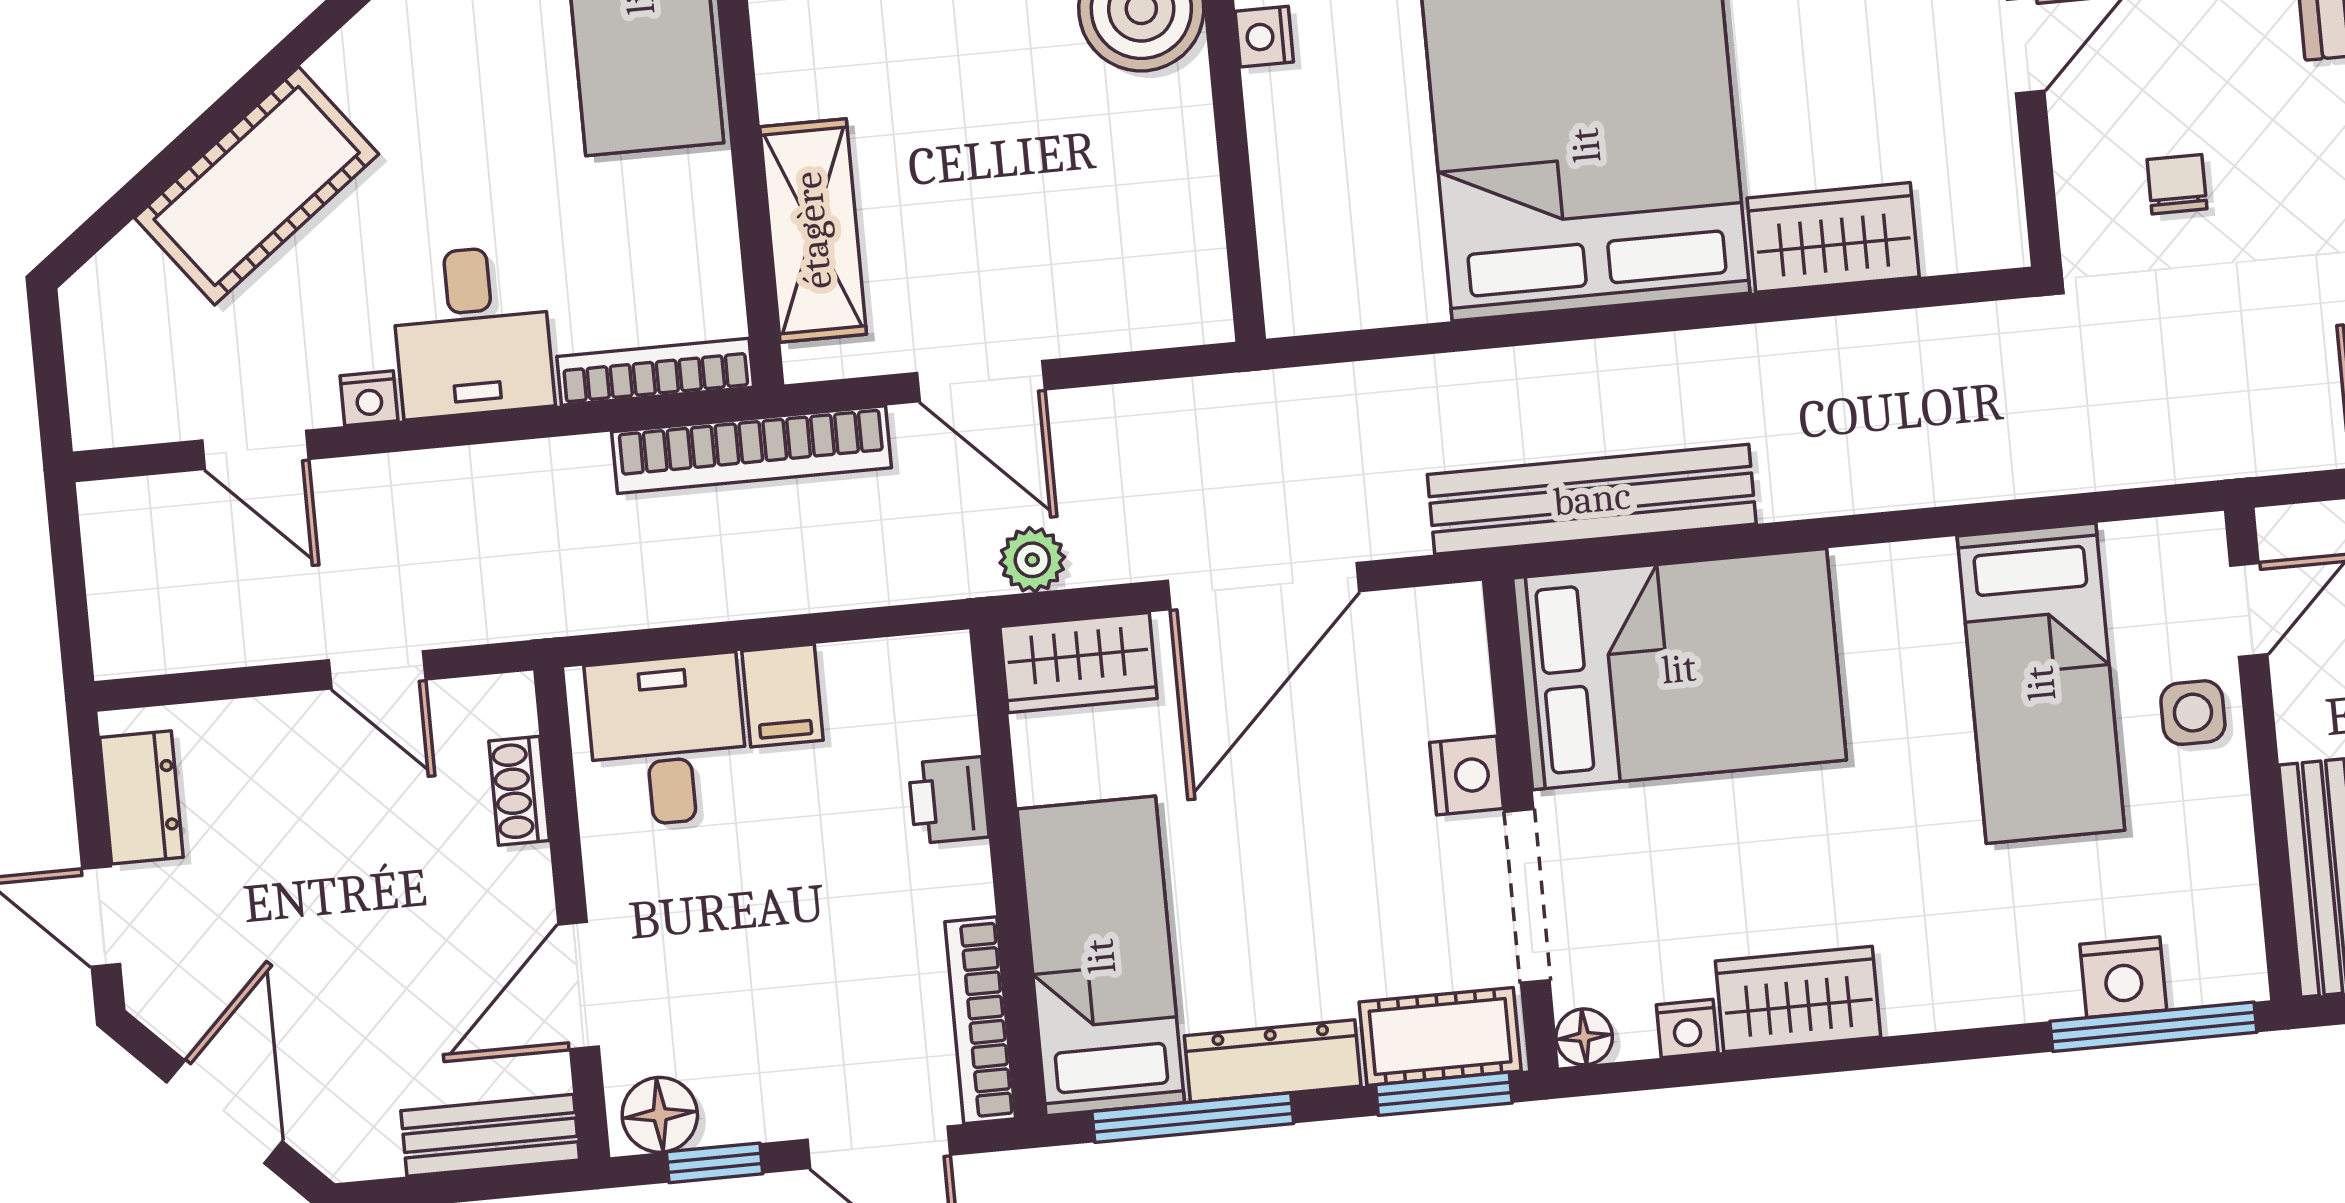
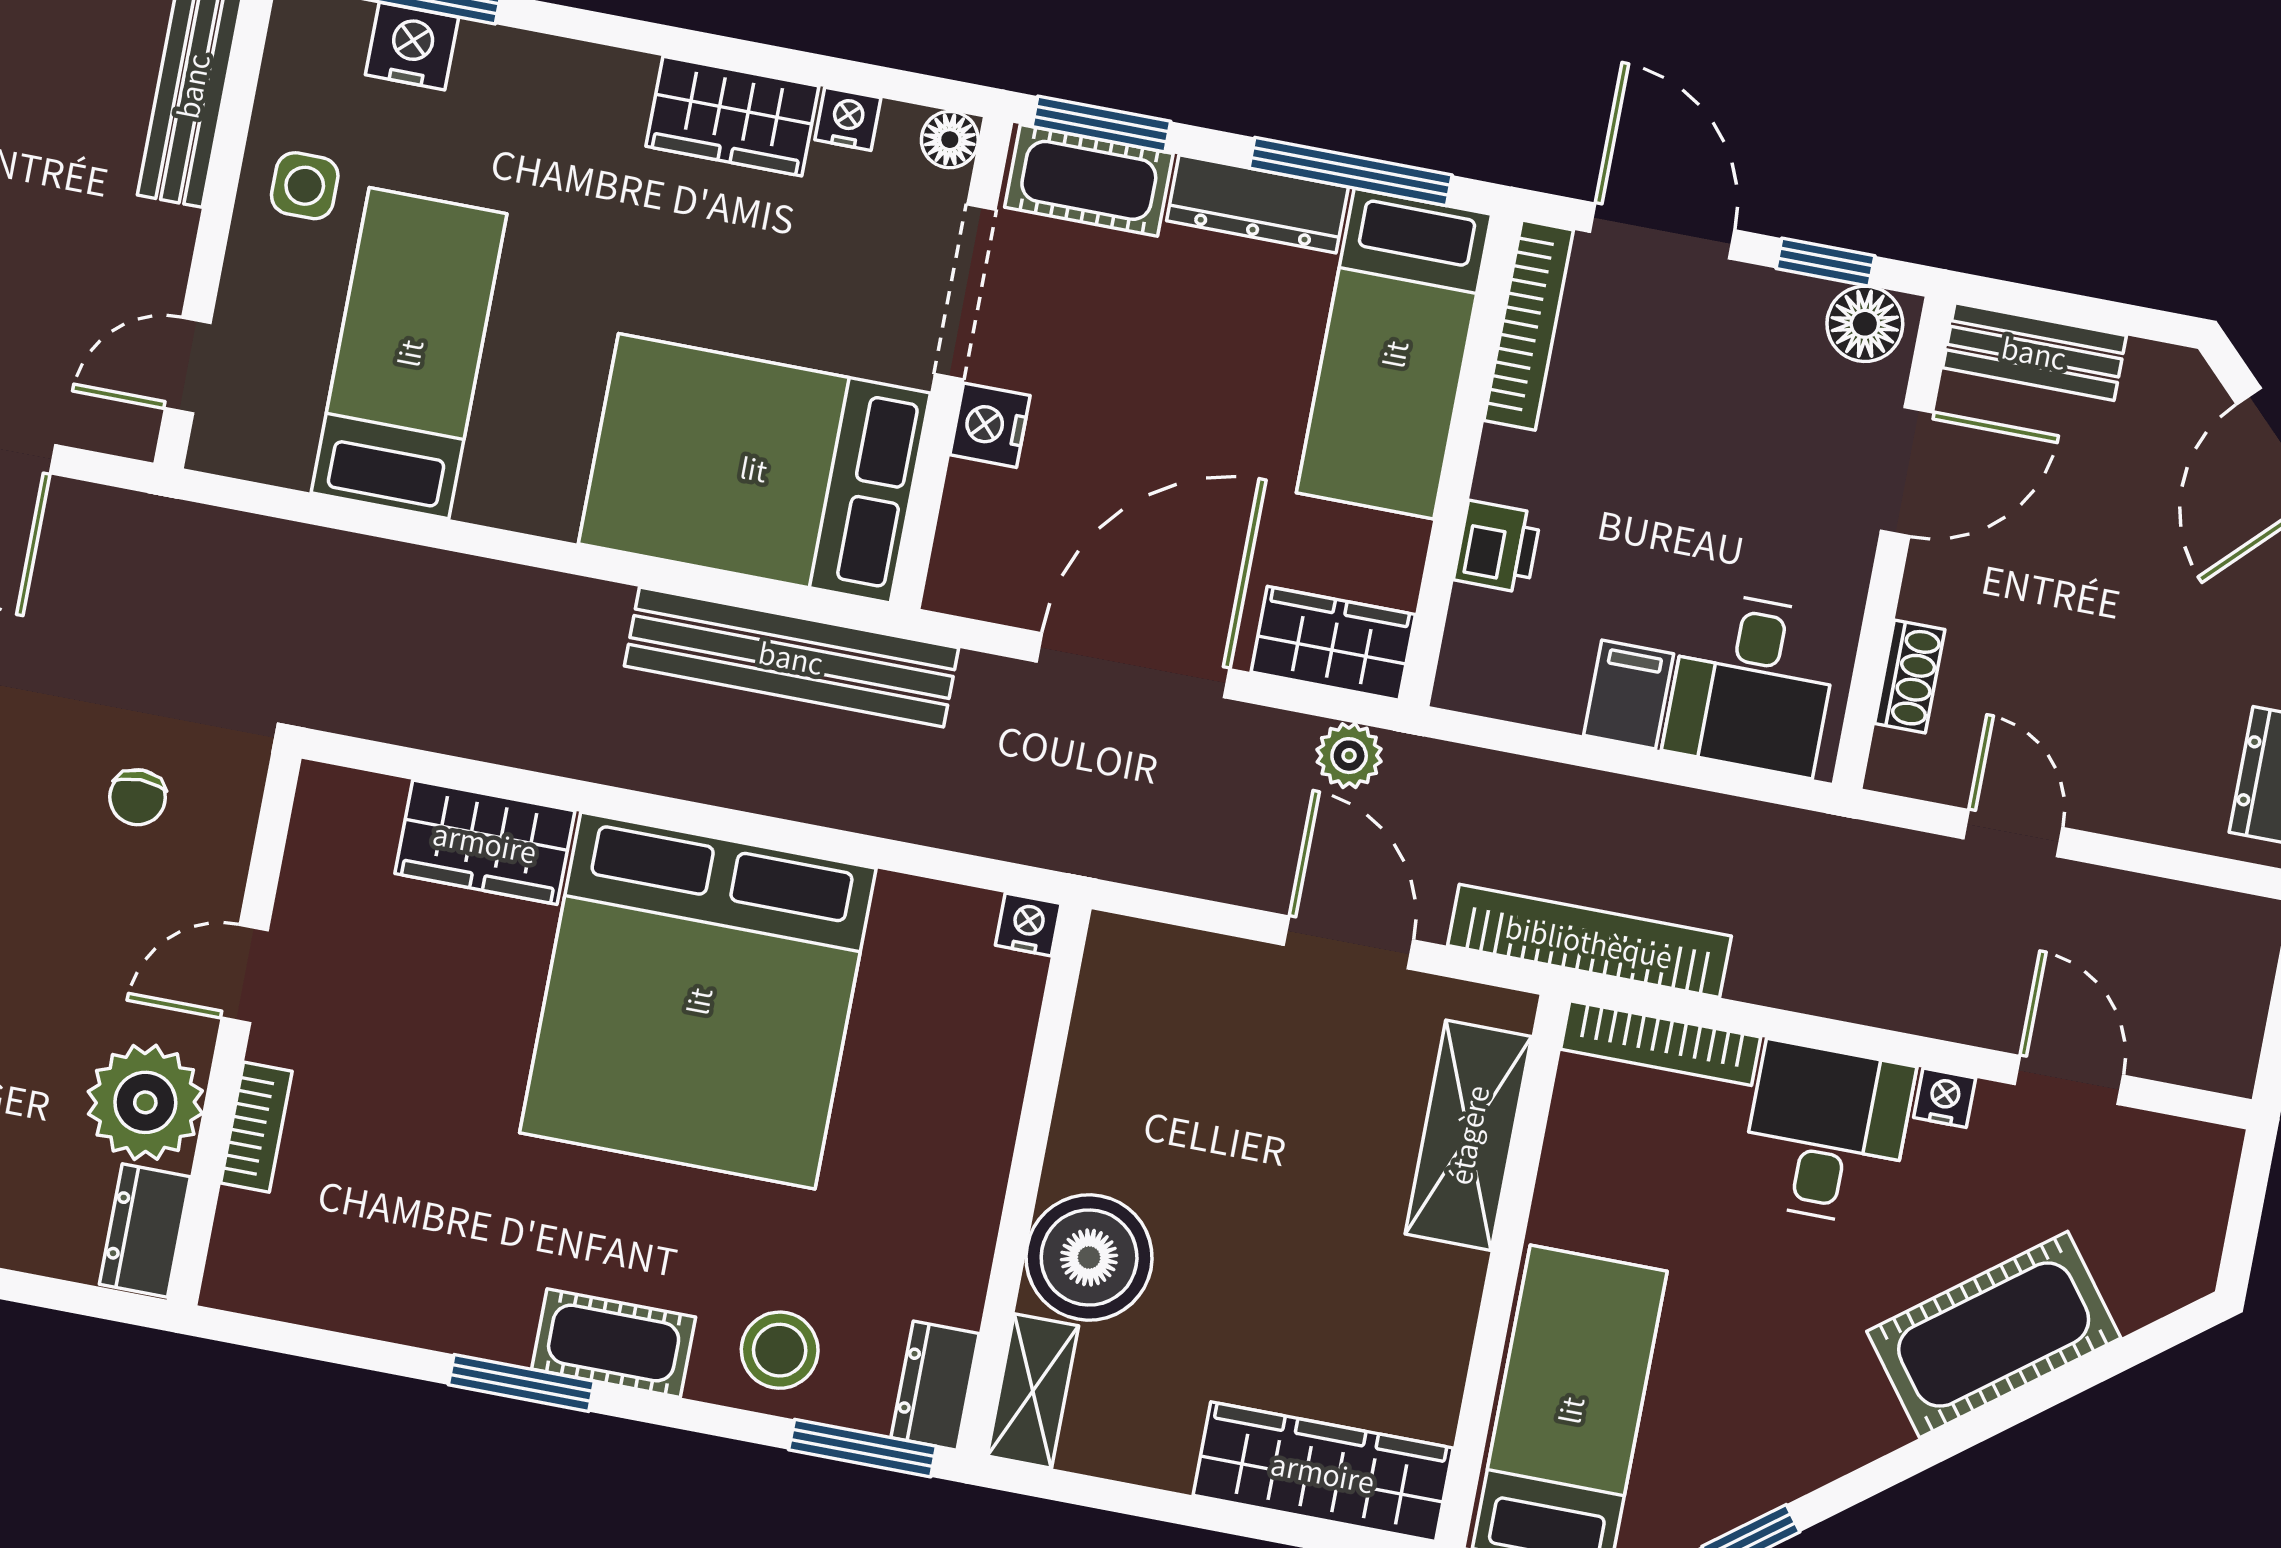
nightstand: (1264, 37) -> (1028, 924), moved, turned -90
side table: (2193, 713) -> (305, 186), moved

